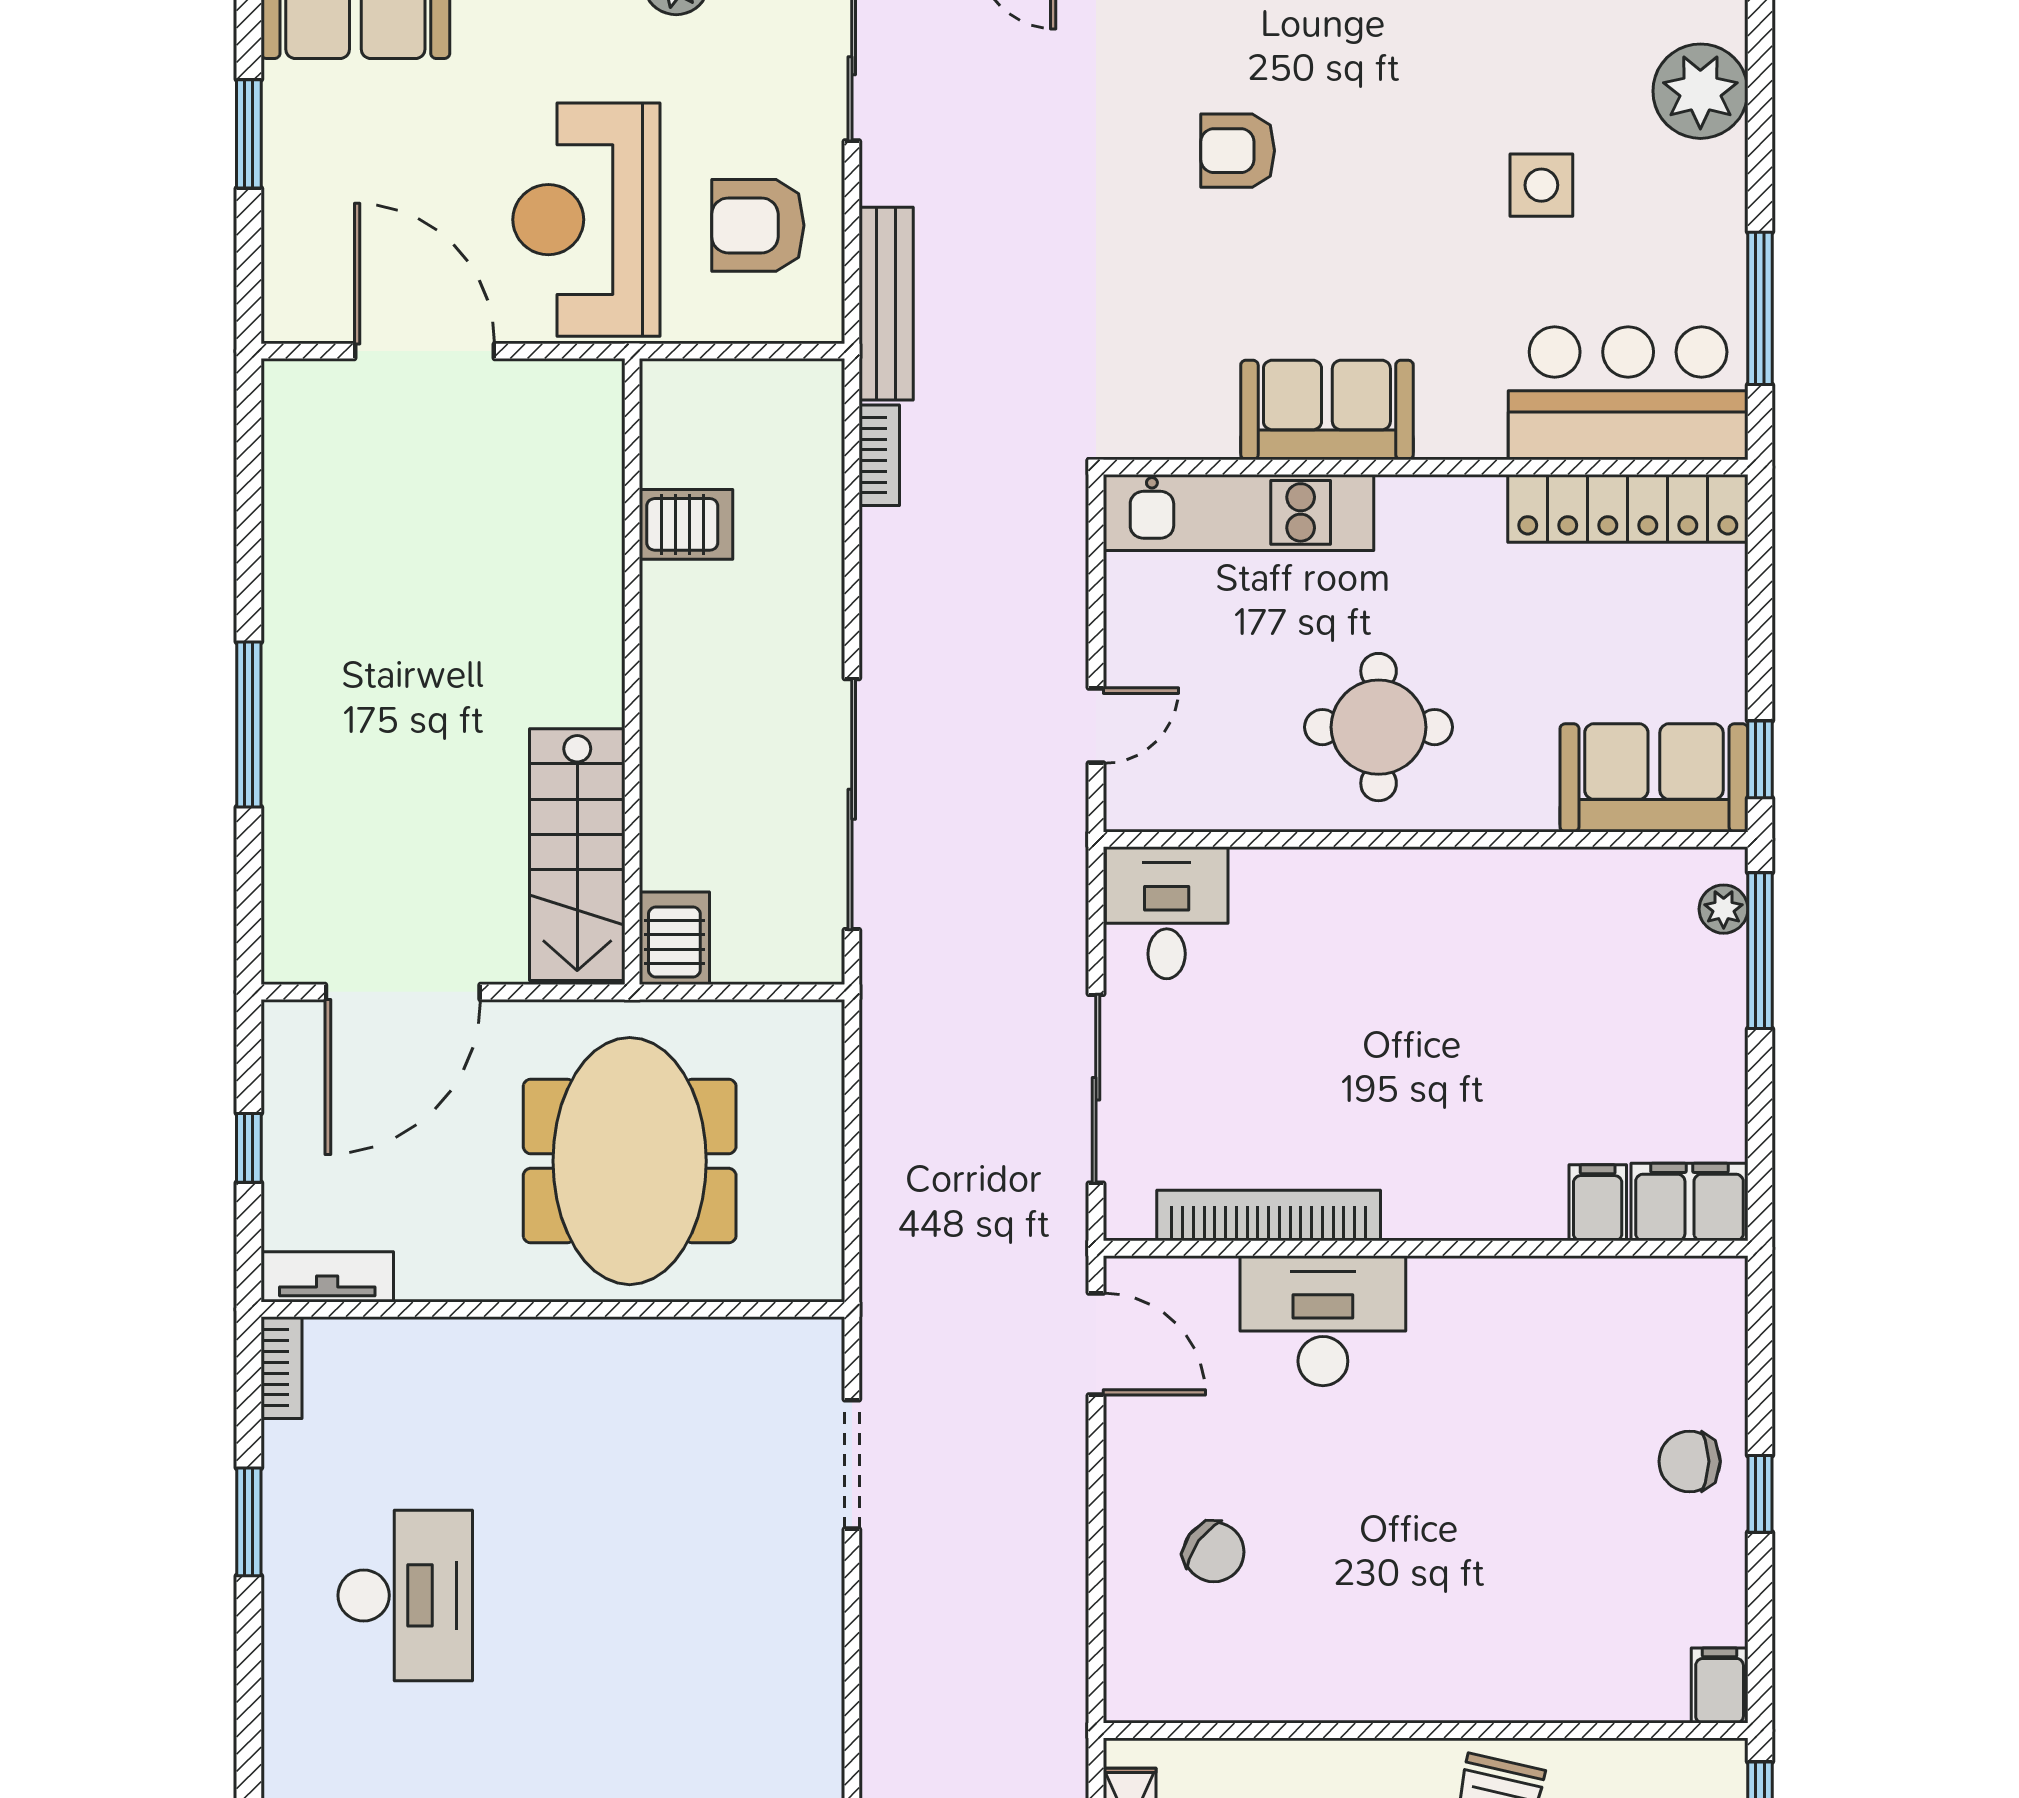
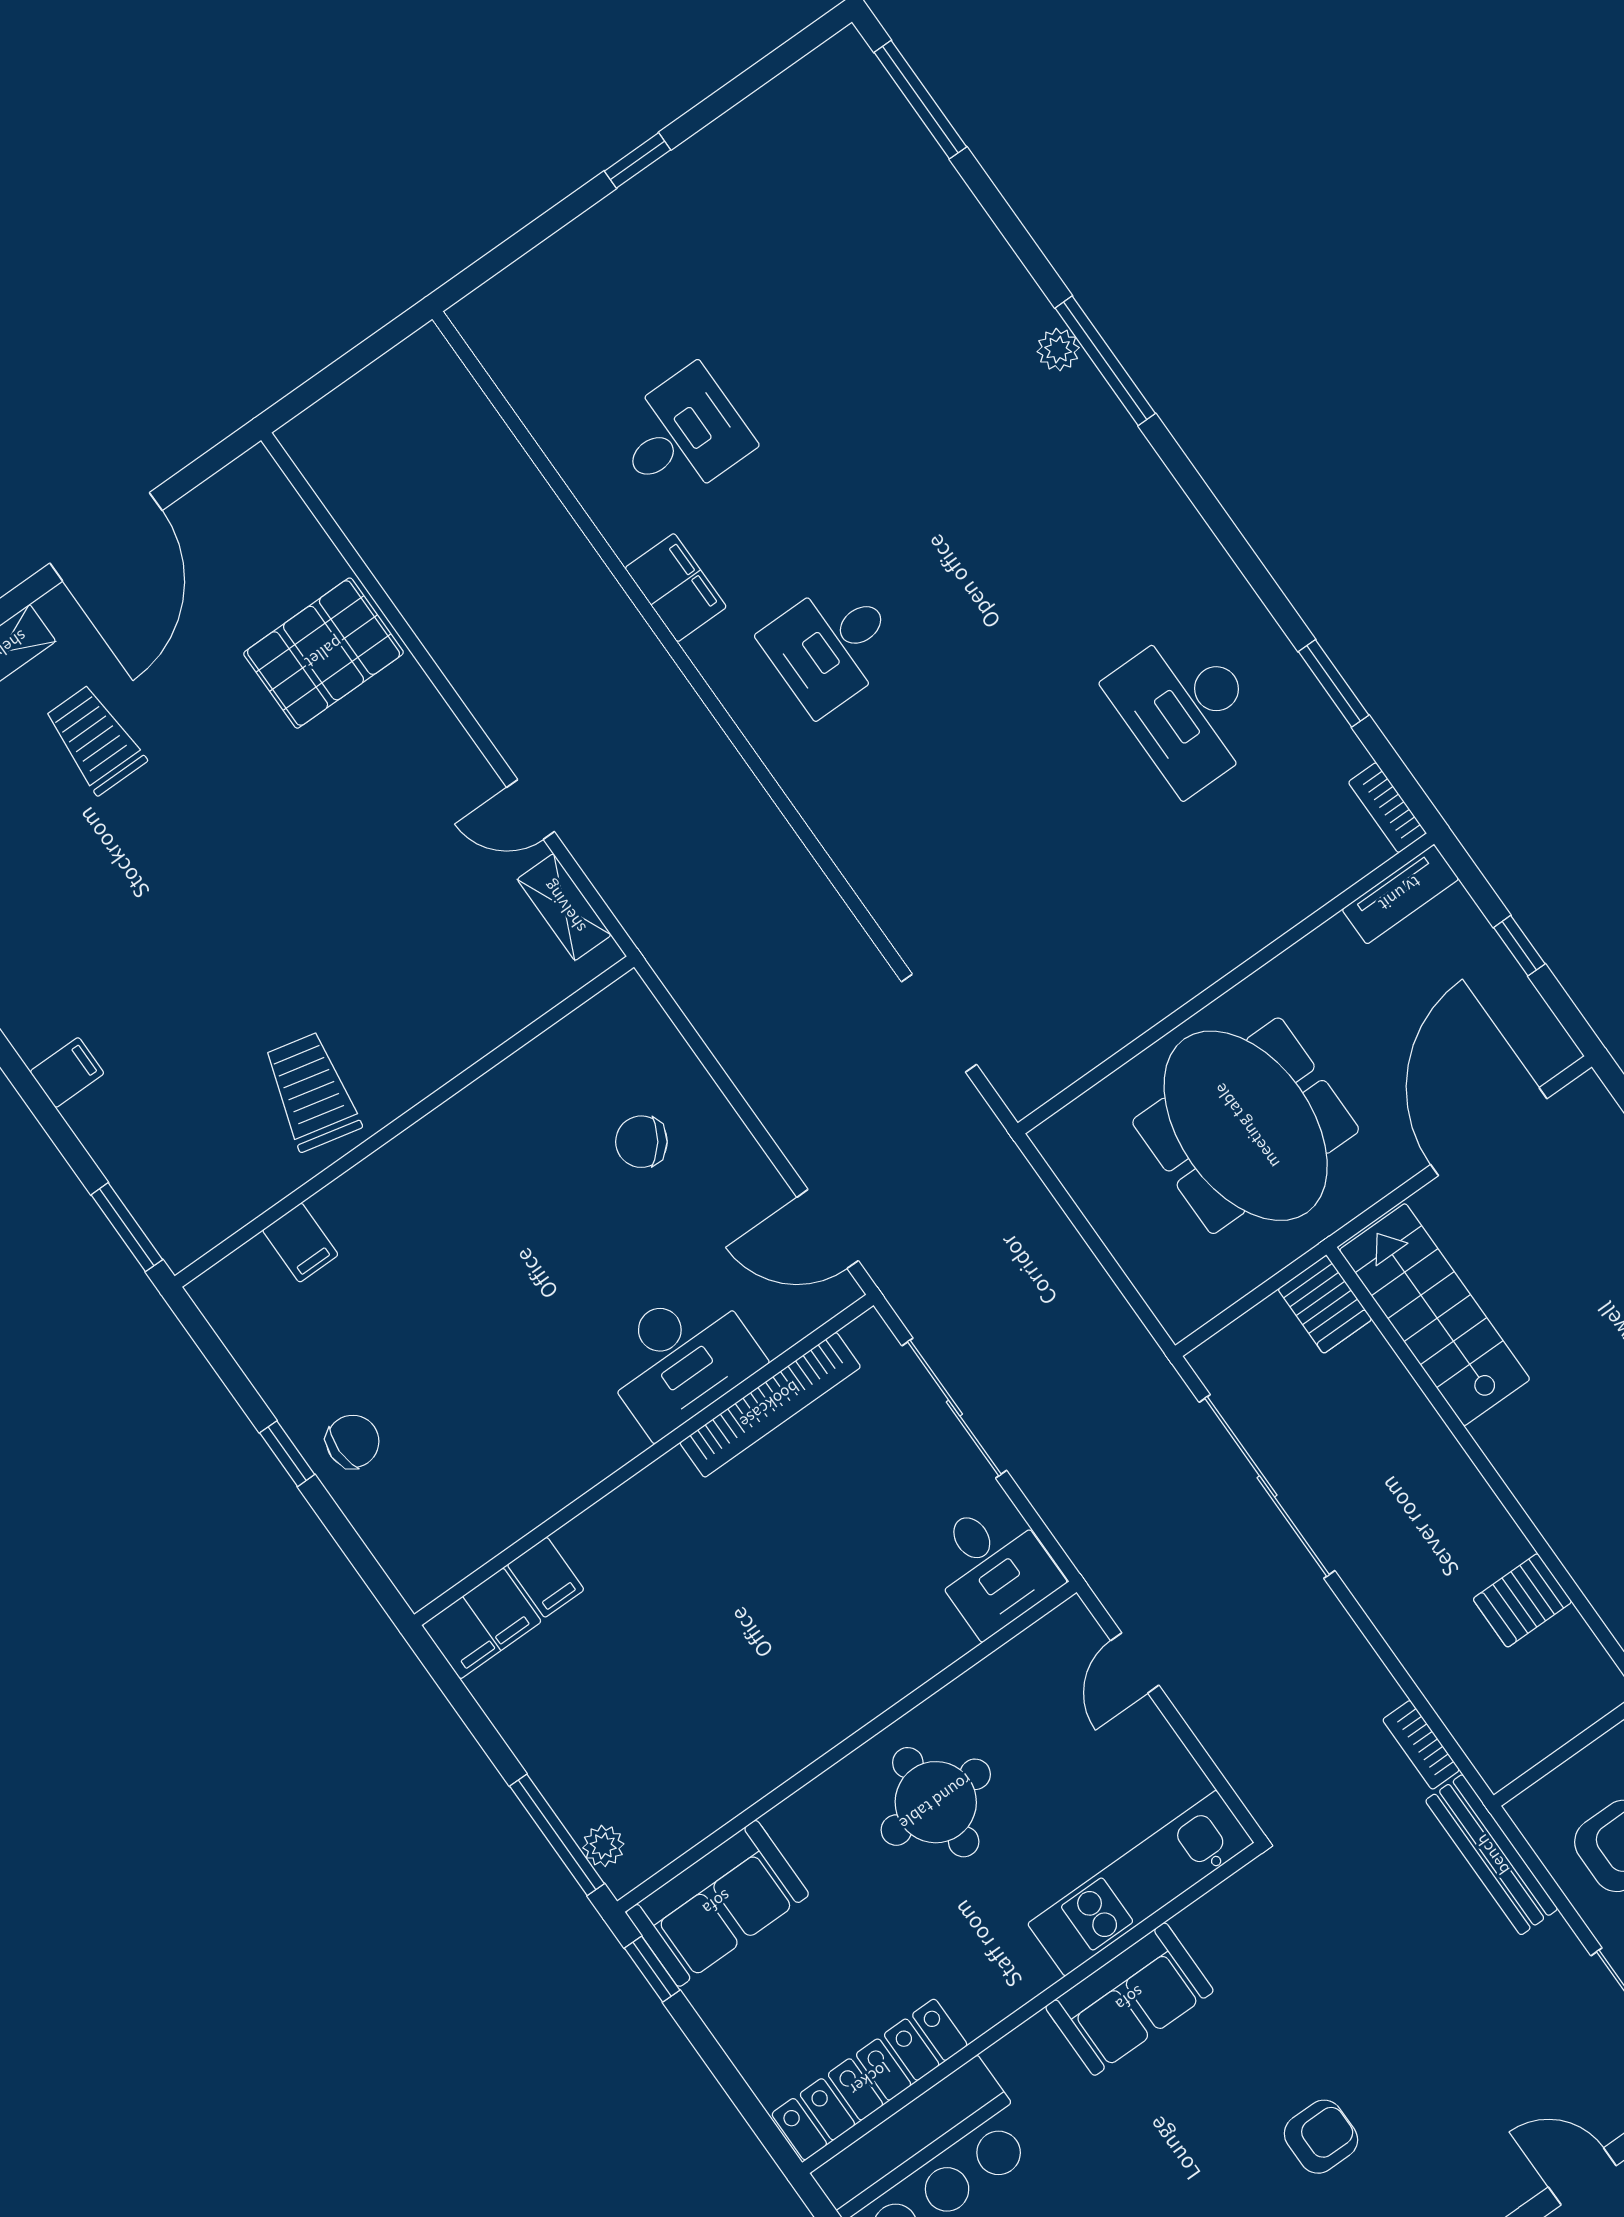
filing cabinet: (1720, 1685) -> (300, 1243), moved

